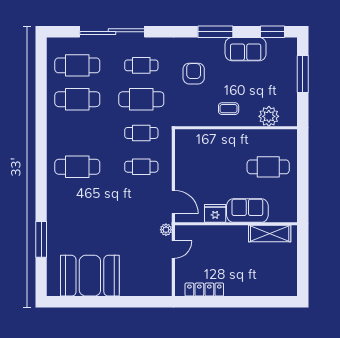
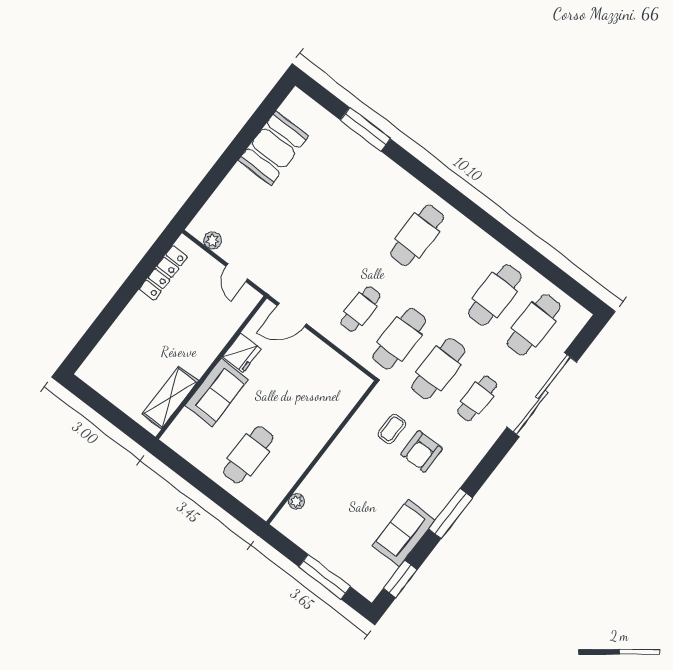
armchair: (194, 74) -> (422, 451), turned 90
coffee table: (229, 109) -> (392, 429), moved
plant: (269, 116) -> (296, 501), width x0.53, depth x0.53
cafe table: (141, 133) -> (399, 339), width x1.37, depth x1.35
plant: (166, 230) -> (212, 241), moved
booth: (90, 276) -> (274, 148), width x0.73, depth x0.70

